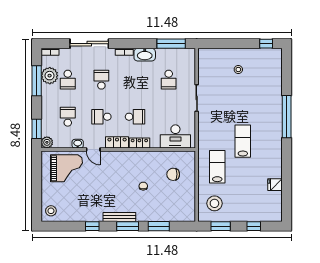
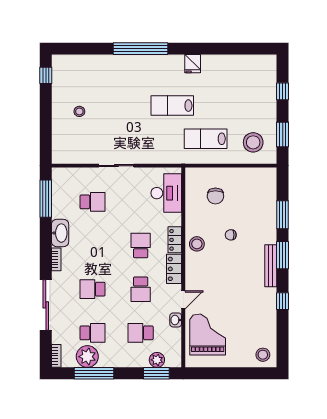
plant: (47, 142) -> (157, 360), moved
stool: (136, 160) -> (197, 244), added
fridge: (275, 185) -> (193, 64), moved

